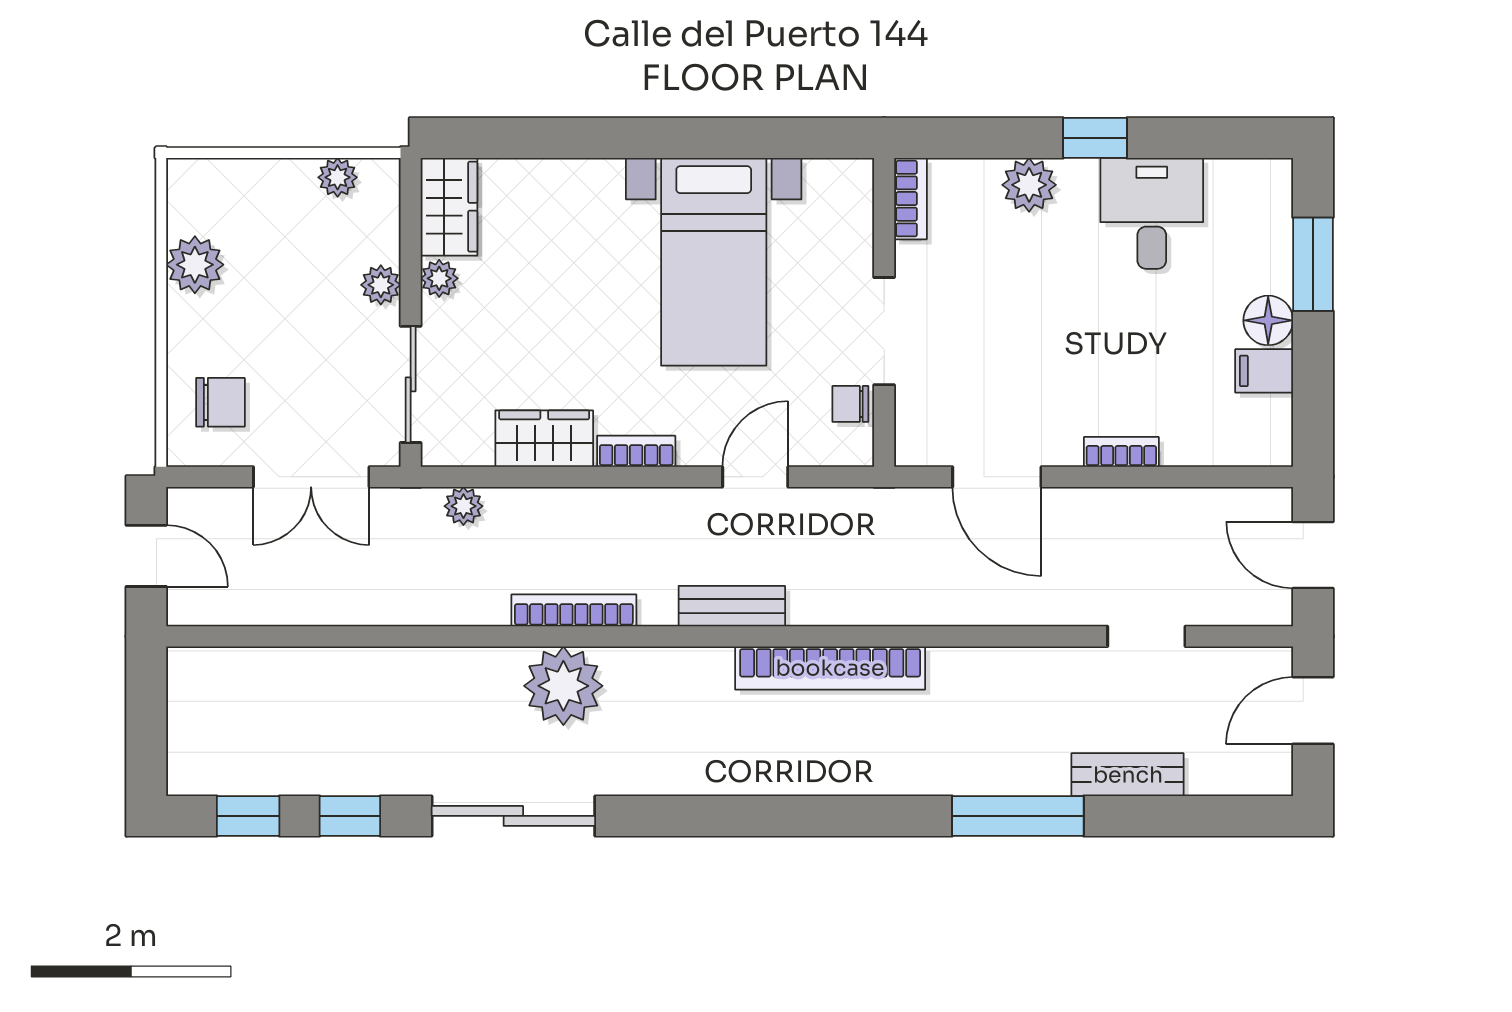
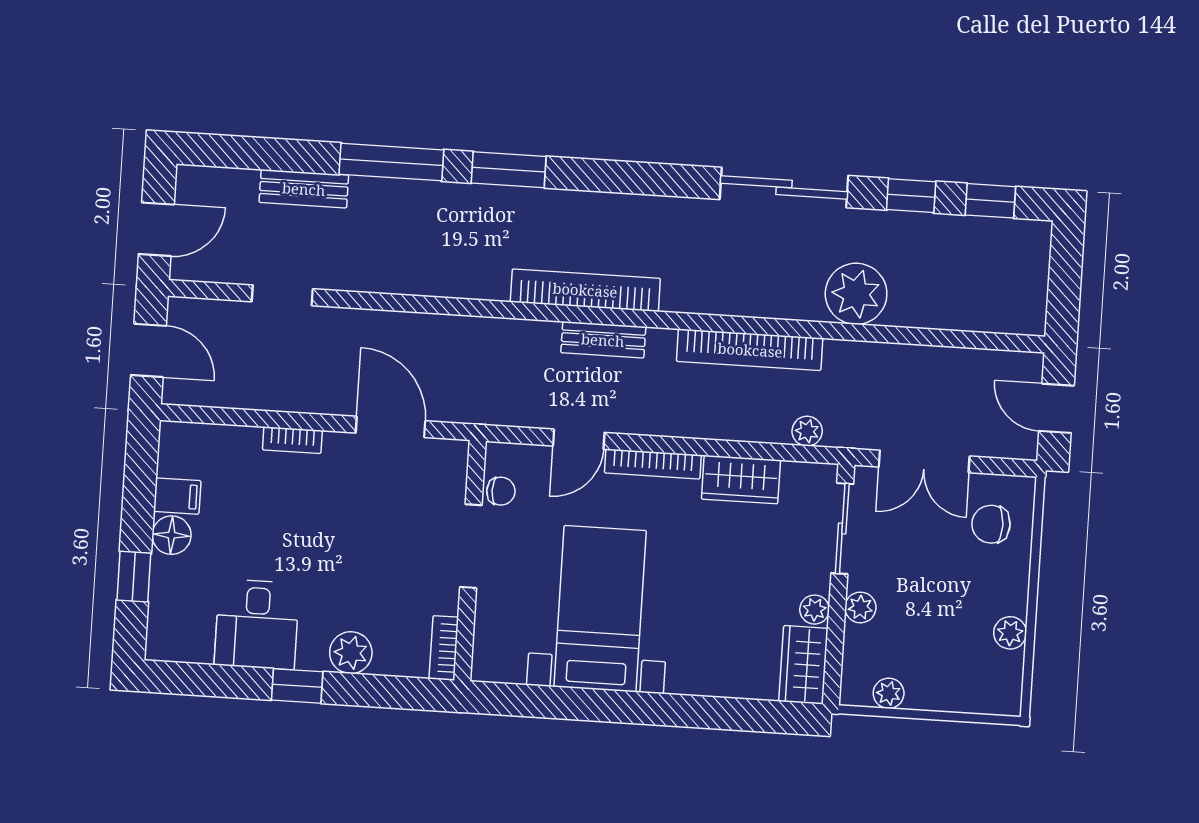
window: (1313, 264) -> (134, 577), width x0.67
plant: (195, 265) -> (1010, 633), width x0.73, depth x0.73
bookcase: (636, 451) -> (653, 464), width x1.56
double door: (311, 477) -> (924, 461), swing flipped
bookcase: (574, 610) -> (750, 350), width x1.48, depth x1.31
bookcase: (830, 668) -> (585, 290), moved
plant: (563, 686) -> (856, 294), moved
window: (867, 816) -> (509, 170), added

